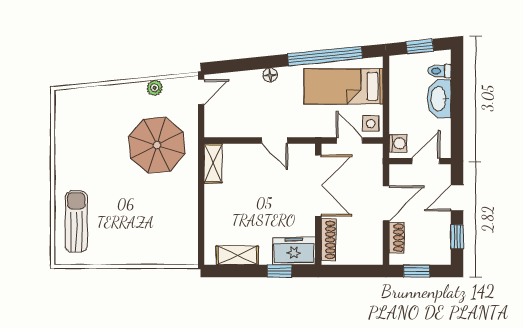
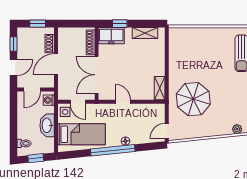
window: (325, 56) -> (113, 150), moved
plant: (155, 88) -> (237, 129), moved
washbasin: (439, 99) -> (47, 125), moved, turned 180

